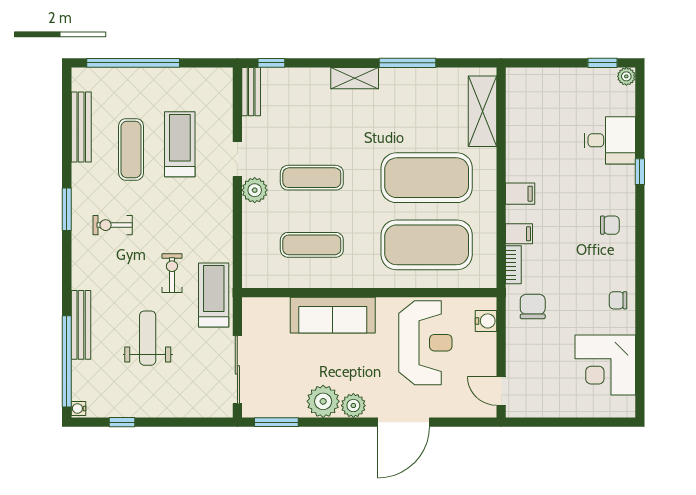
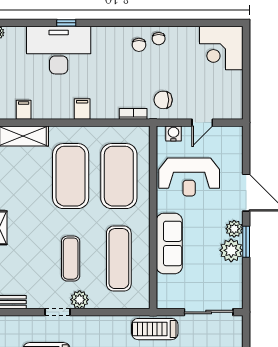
desk: (610, 140) -> (59, 50), width x1.87, depth x1.30
chair: (610, 225) -> (139, 45), moved, turned 180
filing cabinet: (519, 234) -> (24, 110), moved
exercise mat: (312, 245) -> (119, 259), width x1.36, depth x1.45
reception desk: (425, 343) -> (189, 177), turned 180
corner desk: (605, 365) -> (221, 48), moved, turned 90
door: (501, 391) -> (202, 123), moved
window: (276, 422) -> (246, 242), moved

